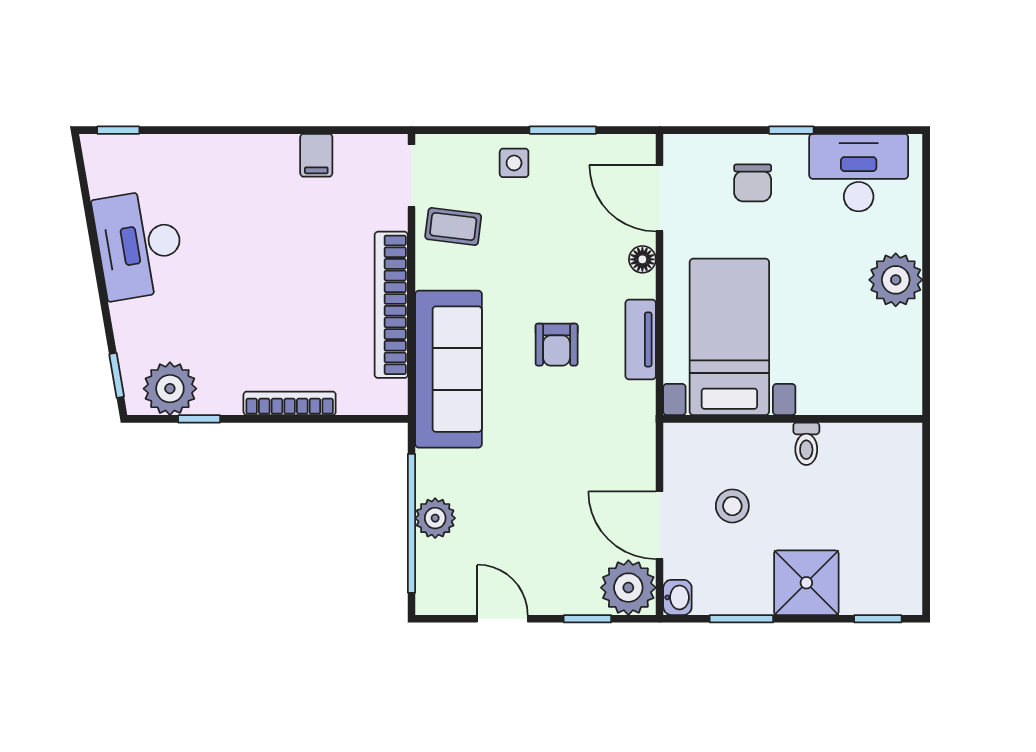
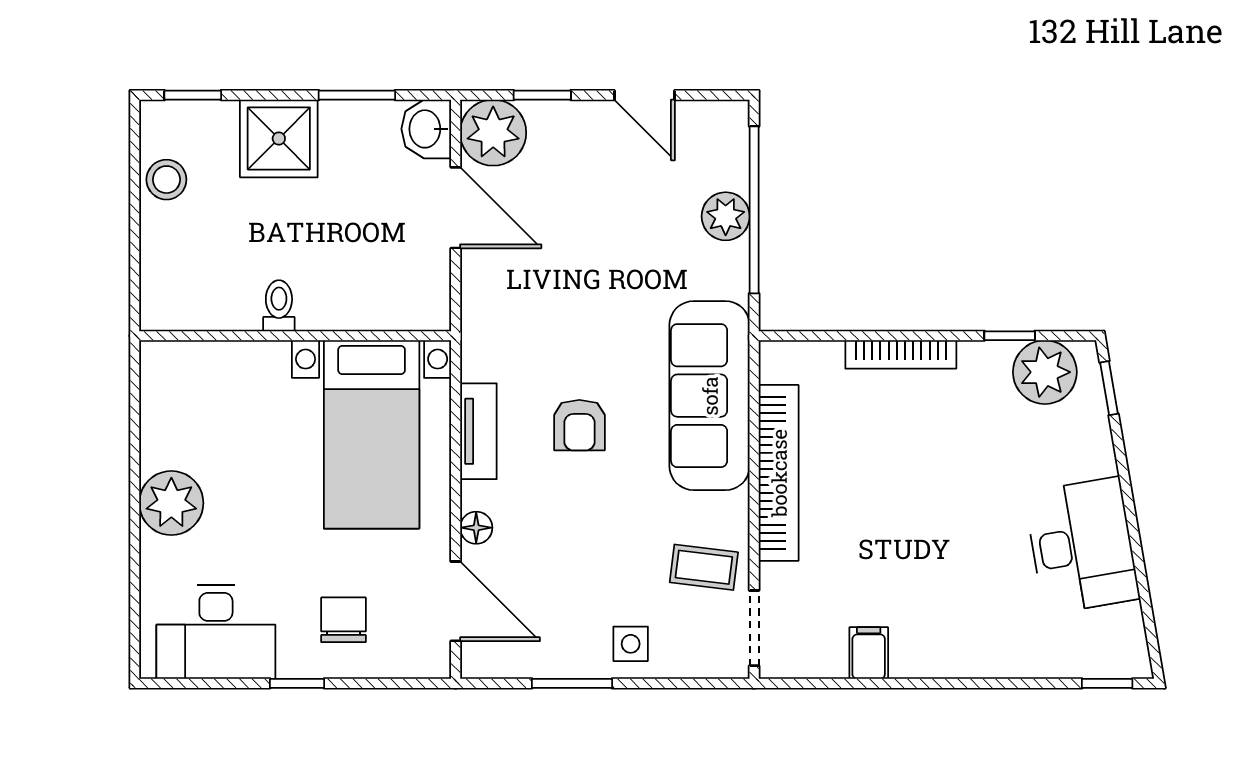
armchair: (557, 345) -> (579, 425), turned 180
stool: (732, 506) -> (166, 180), moved
washbasin: (677, 597) -> (426, 129), width x1.38, depth x1.45

